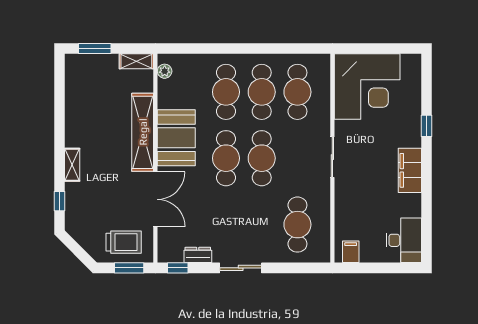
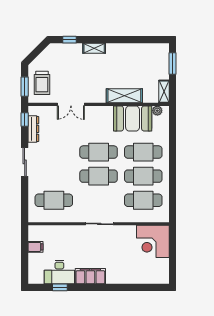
corner desk: (367, 86) -> (153, 241), width x0.74, depth x0.74
window: (427, 126) -> (60, 287), moved
shelving: (143, 132) -> (124, 96), width x0.68
booth: (176, 138) -> (133, 119), moved
double door: (155, 199) -> (71, 104), width x0.73
desk: (404, 240) -> (59, 272), moved
filing cabinet: (351, 252) -> (35, 247), moved
dresser: (198, 255) -> (33, 129), width x1.44

